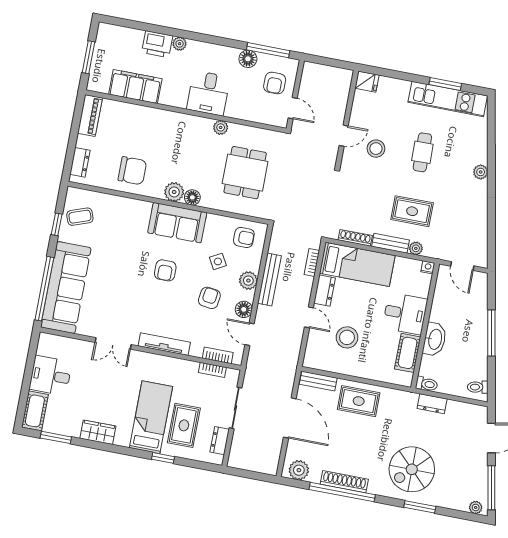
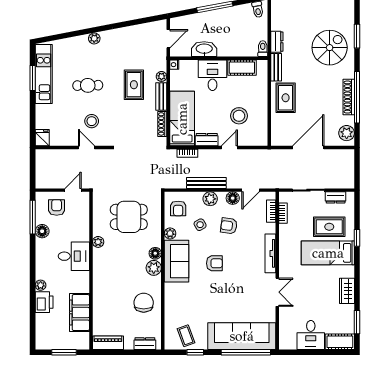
armchair: (275, 83) -> (57, 207), turned -90
plant: (214, 221) -> (170, 233), added
armchair: (244, 237) -> (178, 208), turned 180
washbasin: (435, 339) -> (204, 49), moved
bench: (318, 381) -> (276, 67), moved
spiral stairs: (412, 469) -> (330, 48), turned -90

